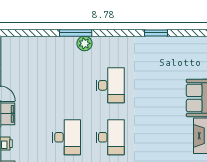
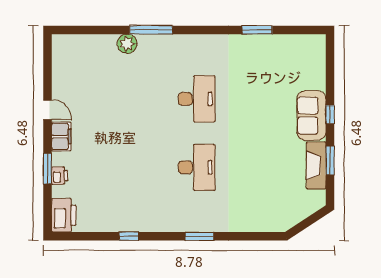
plant: (85, 43) -> (127, 44), moved
desk: (66, 137) -> (139, 167), removed

